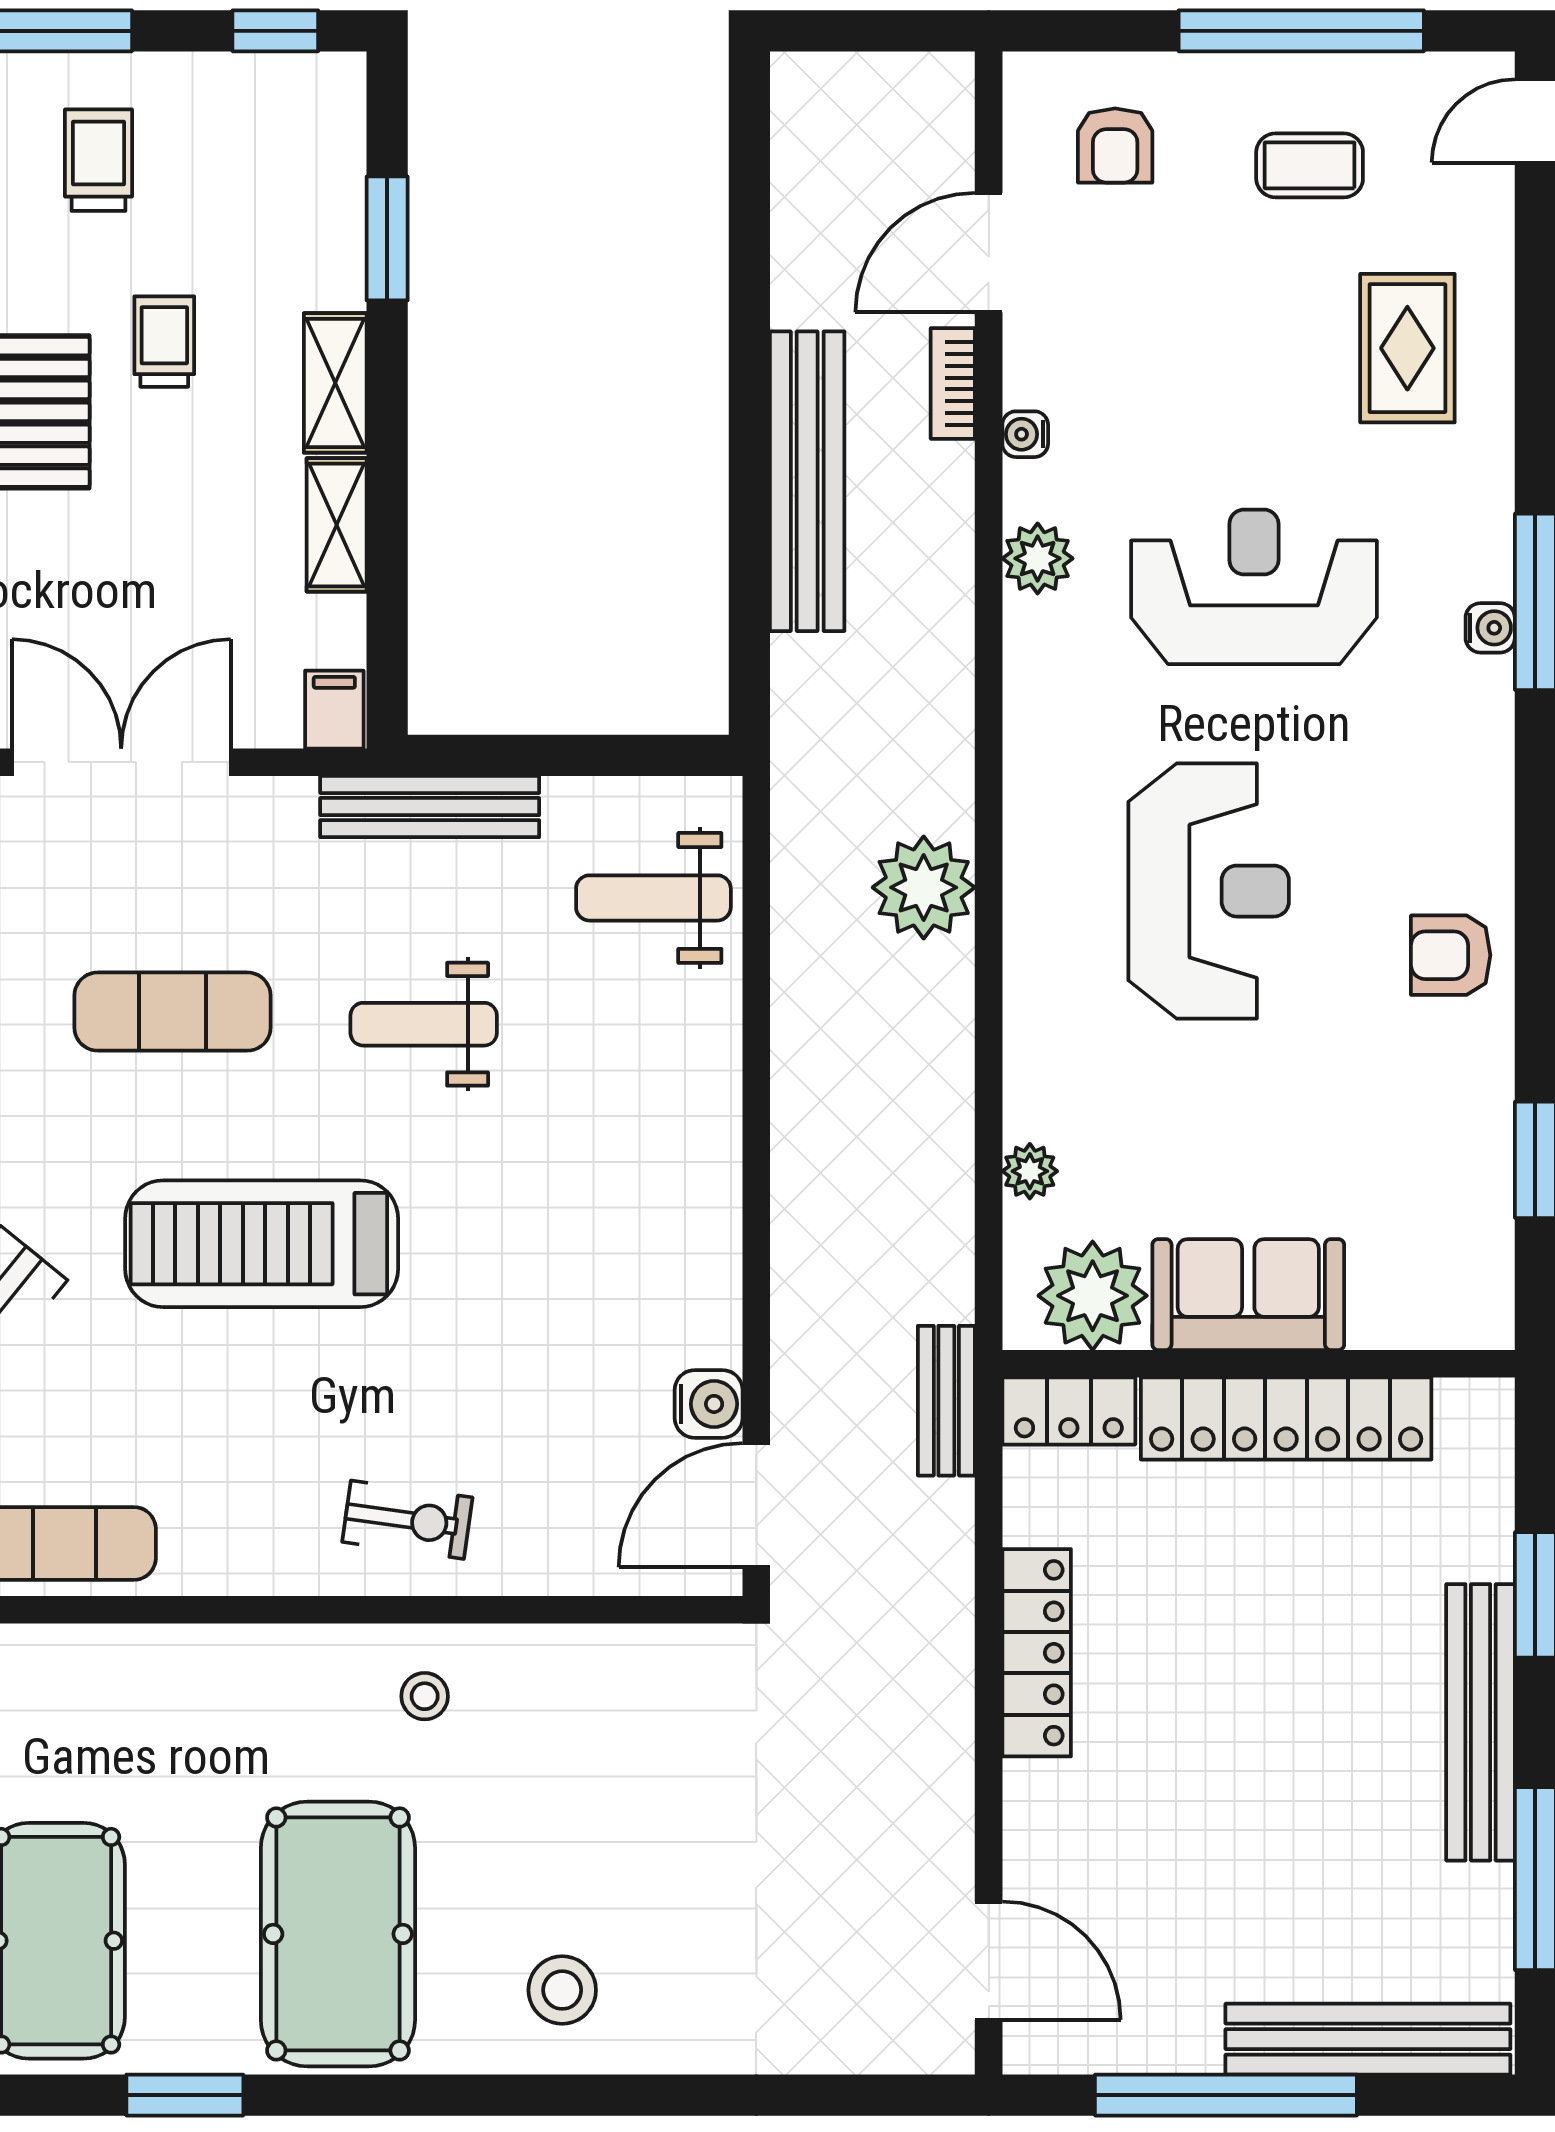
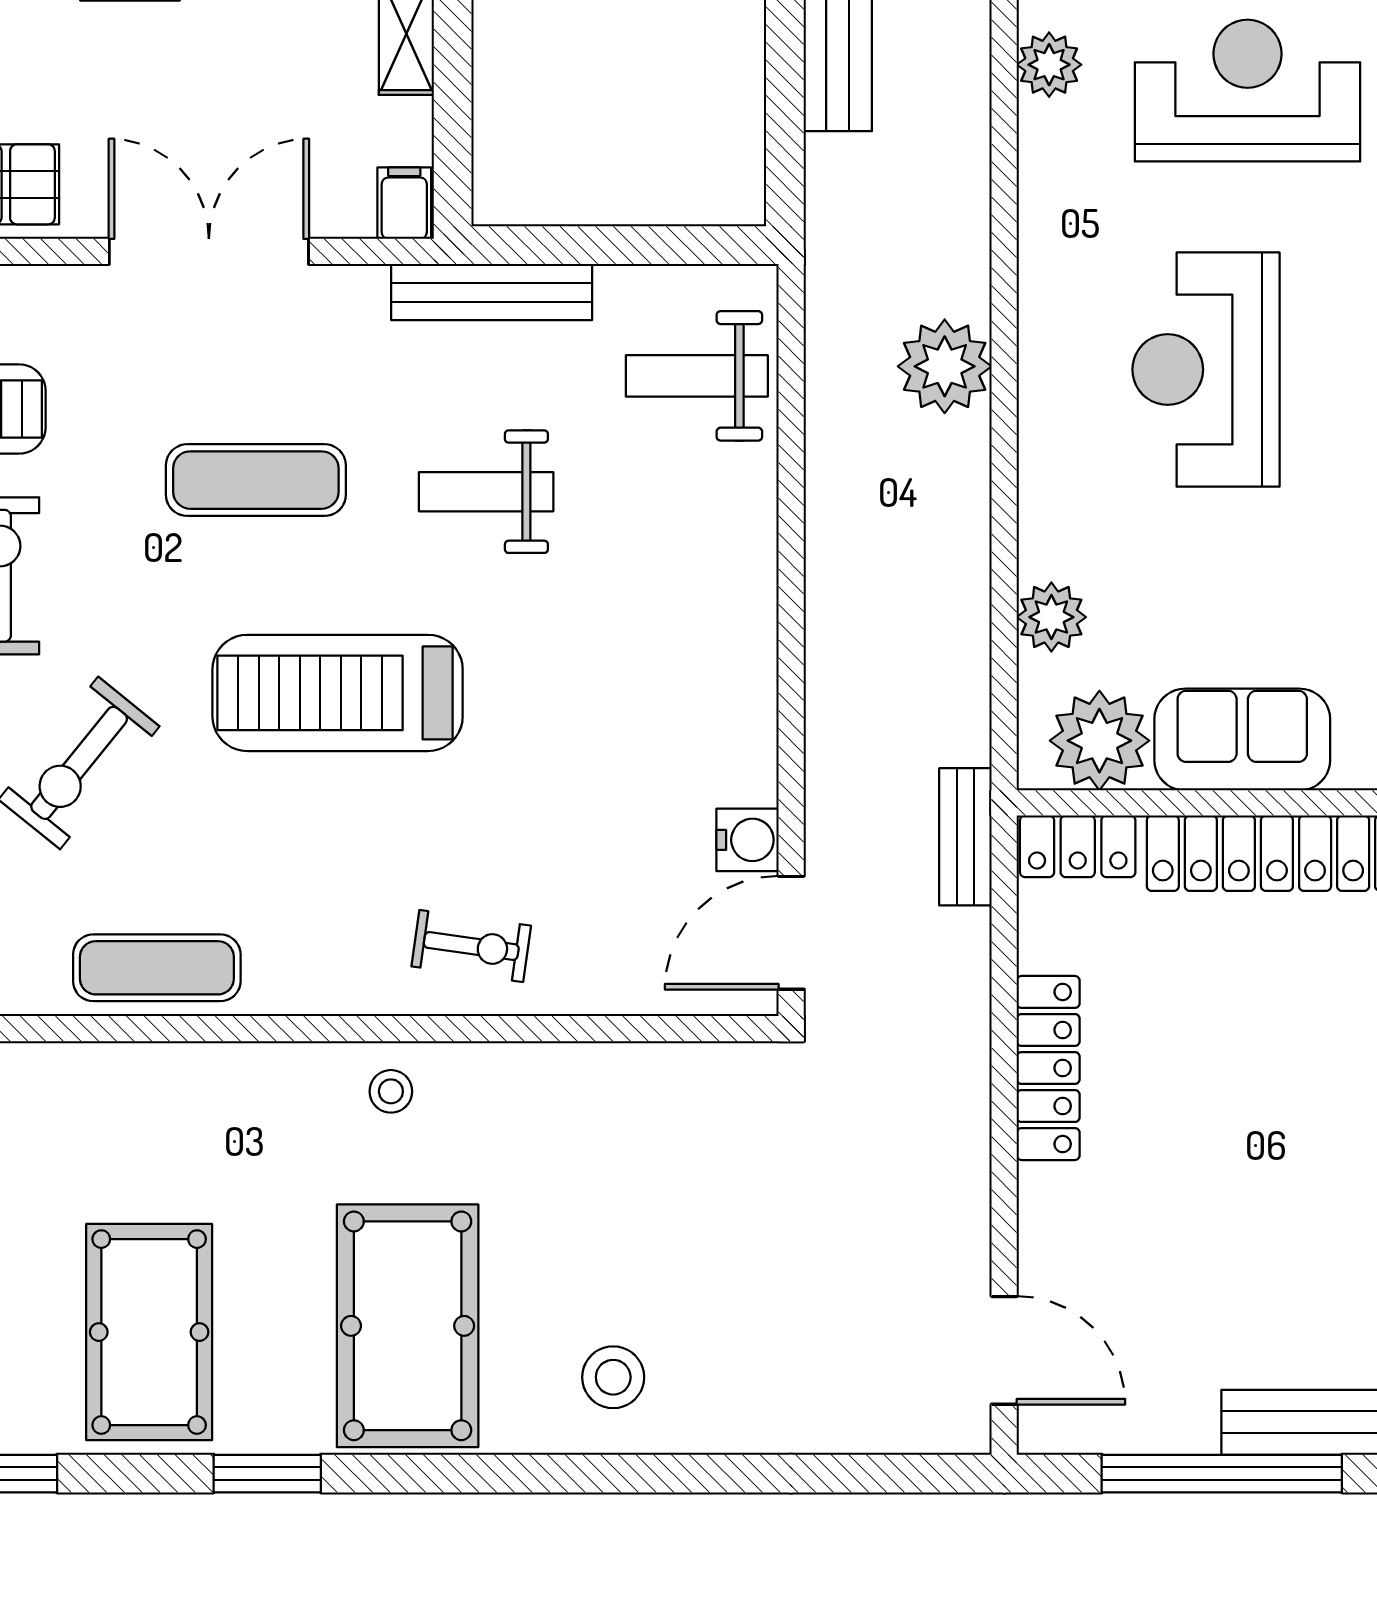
reception desk: (1209, 891) -> (1206, 370), turned 180
plant: (1030, 1171) -> (1051, 617), width x1.38, depth x1.38
stool: (425, 1696) -> (391, 1091), moved

